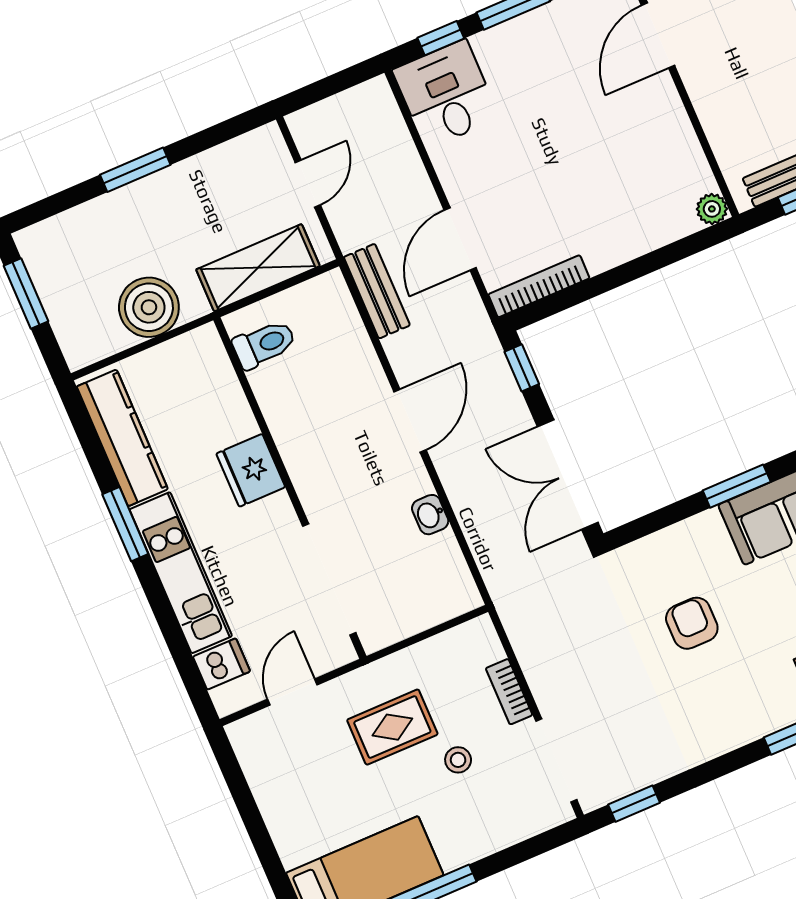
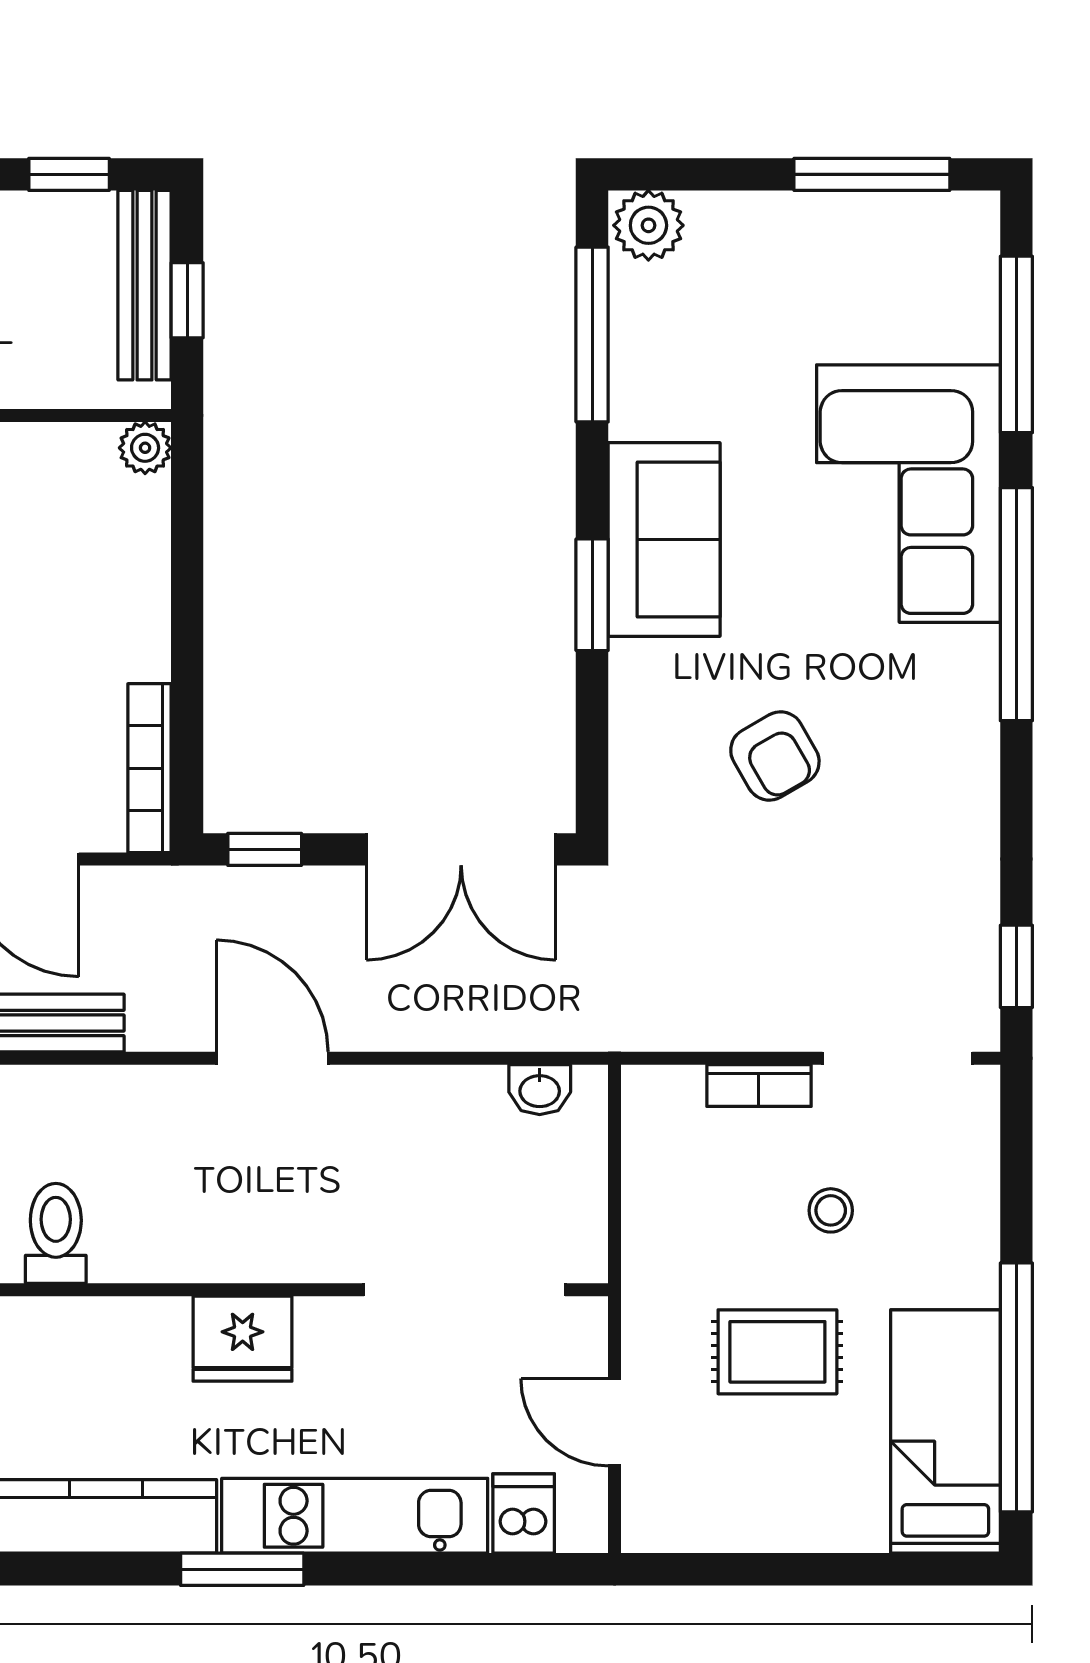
washbasin: (430, 515) -> (540, 1090), moved
armchair: (692, 623) -> (775, 756), turned -120
rug: (392, 727) -> (777, 1352), moved, turned 90

